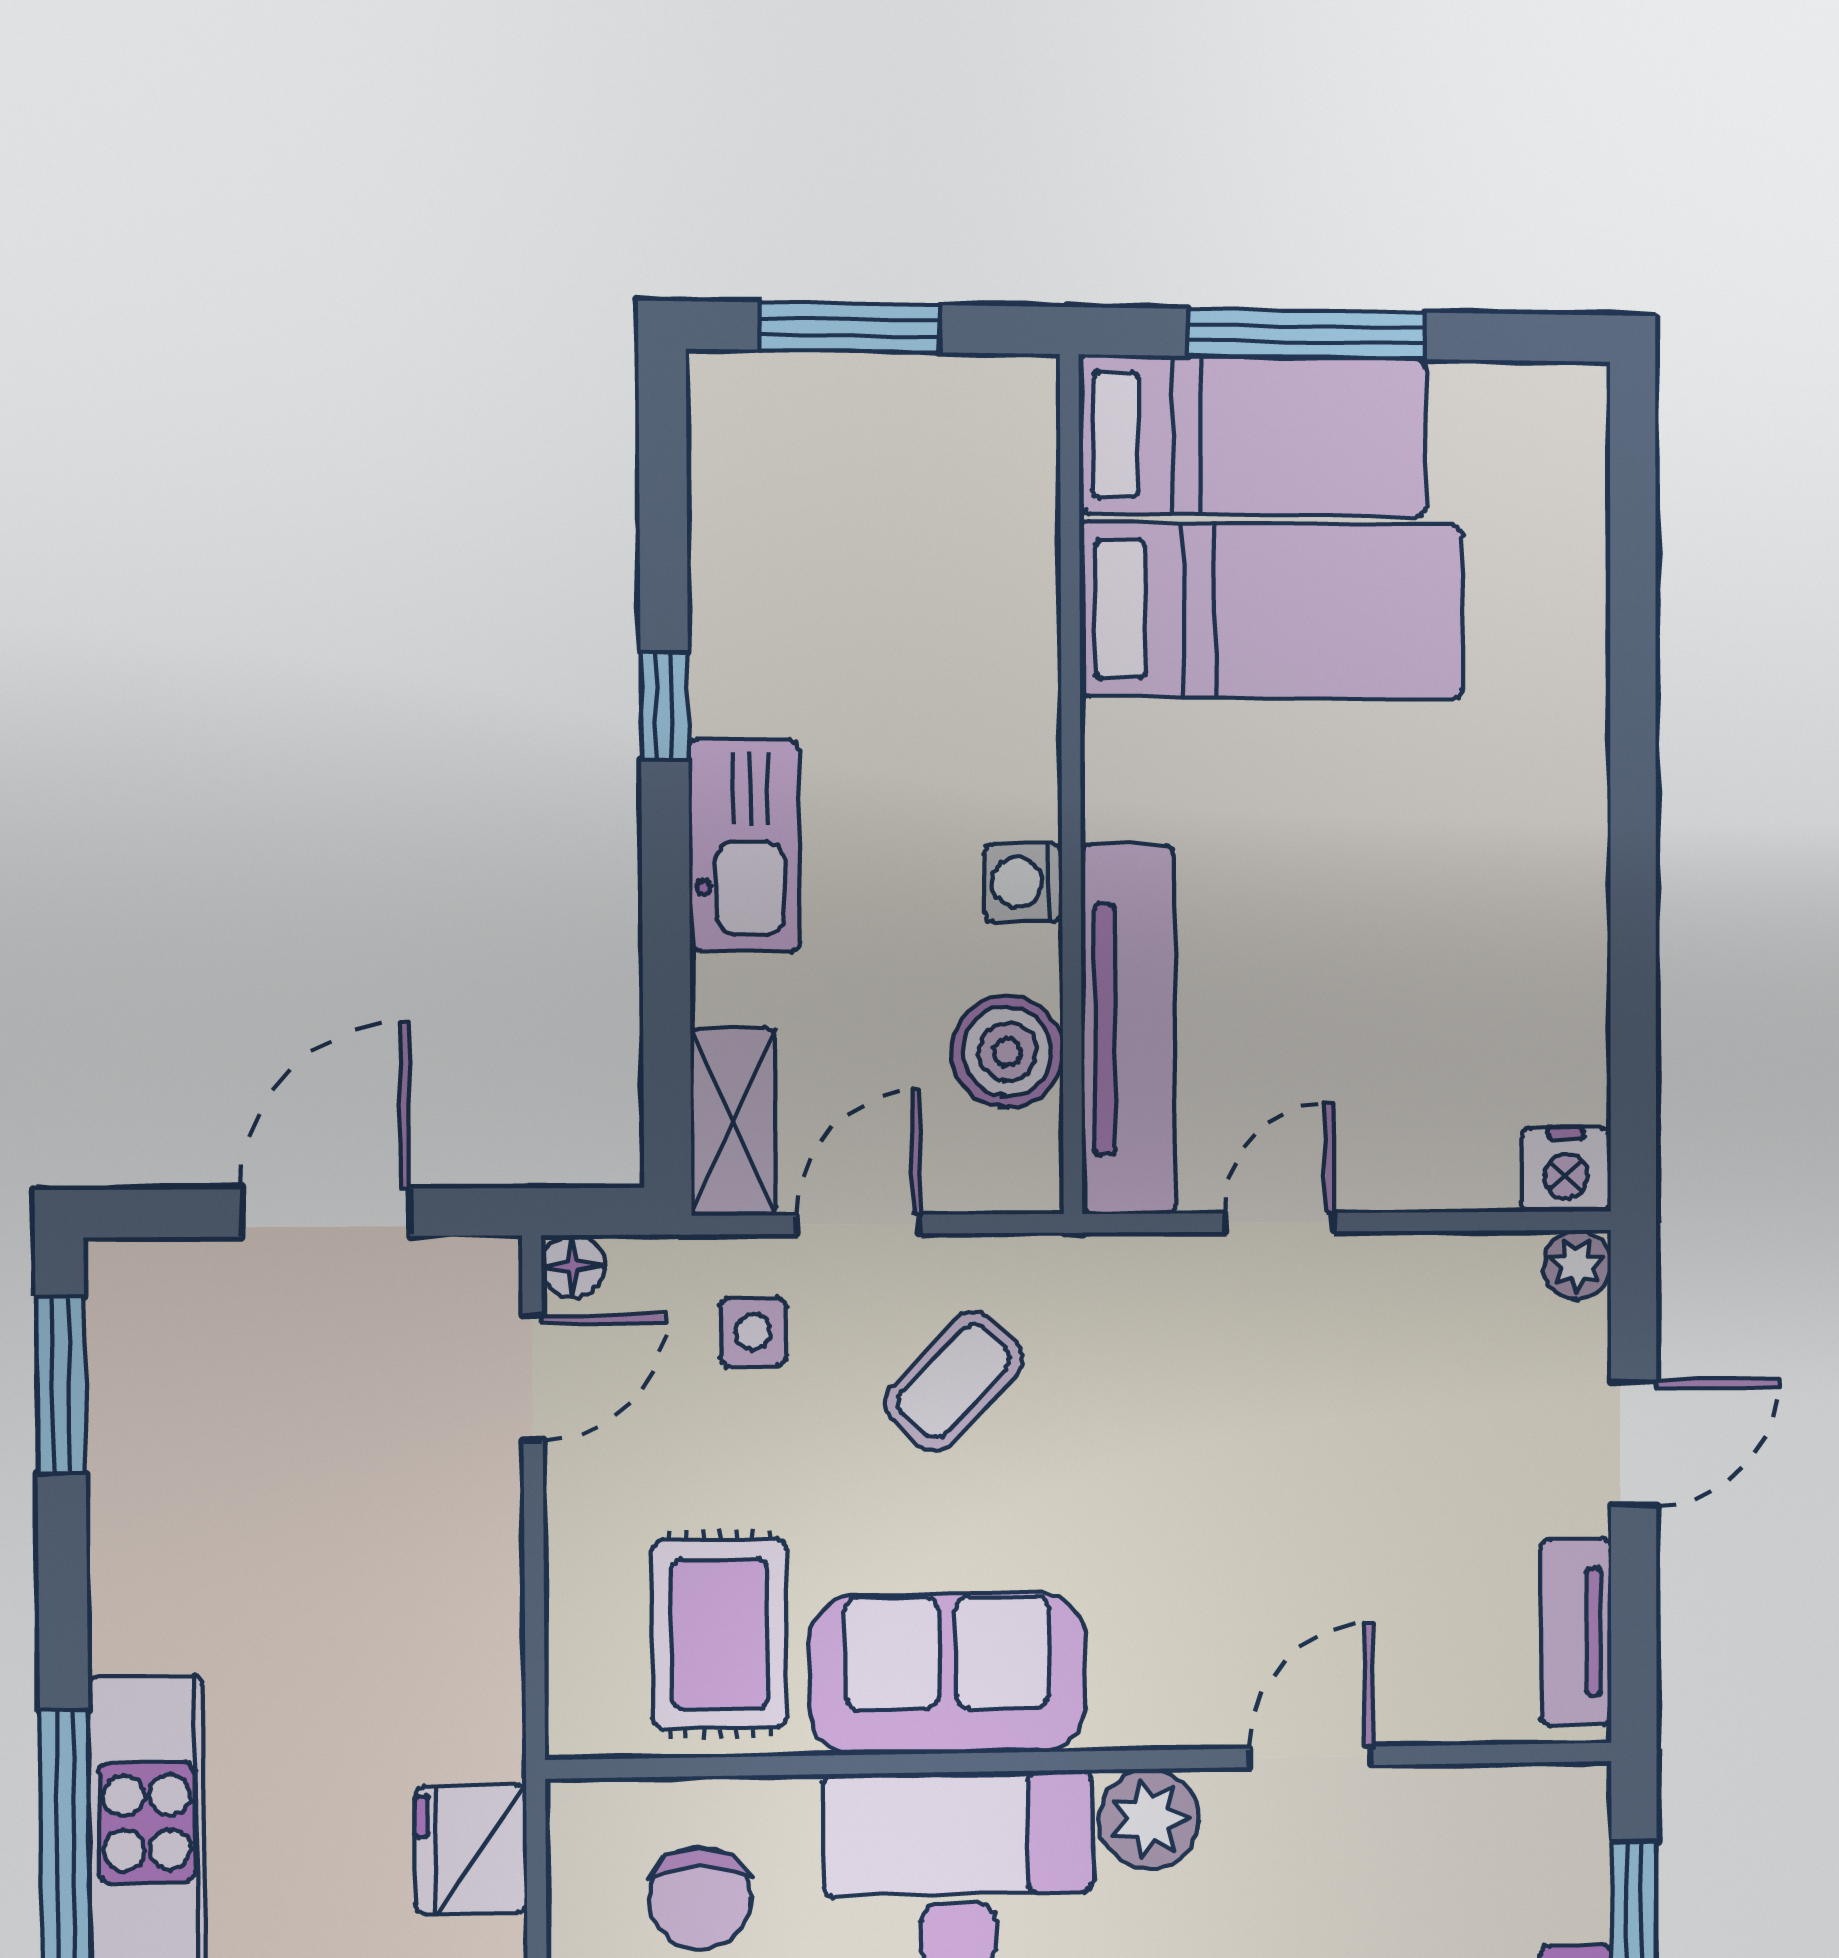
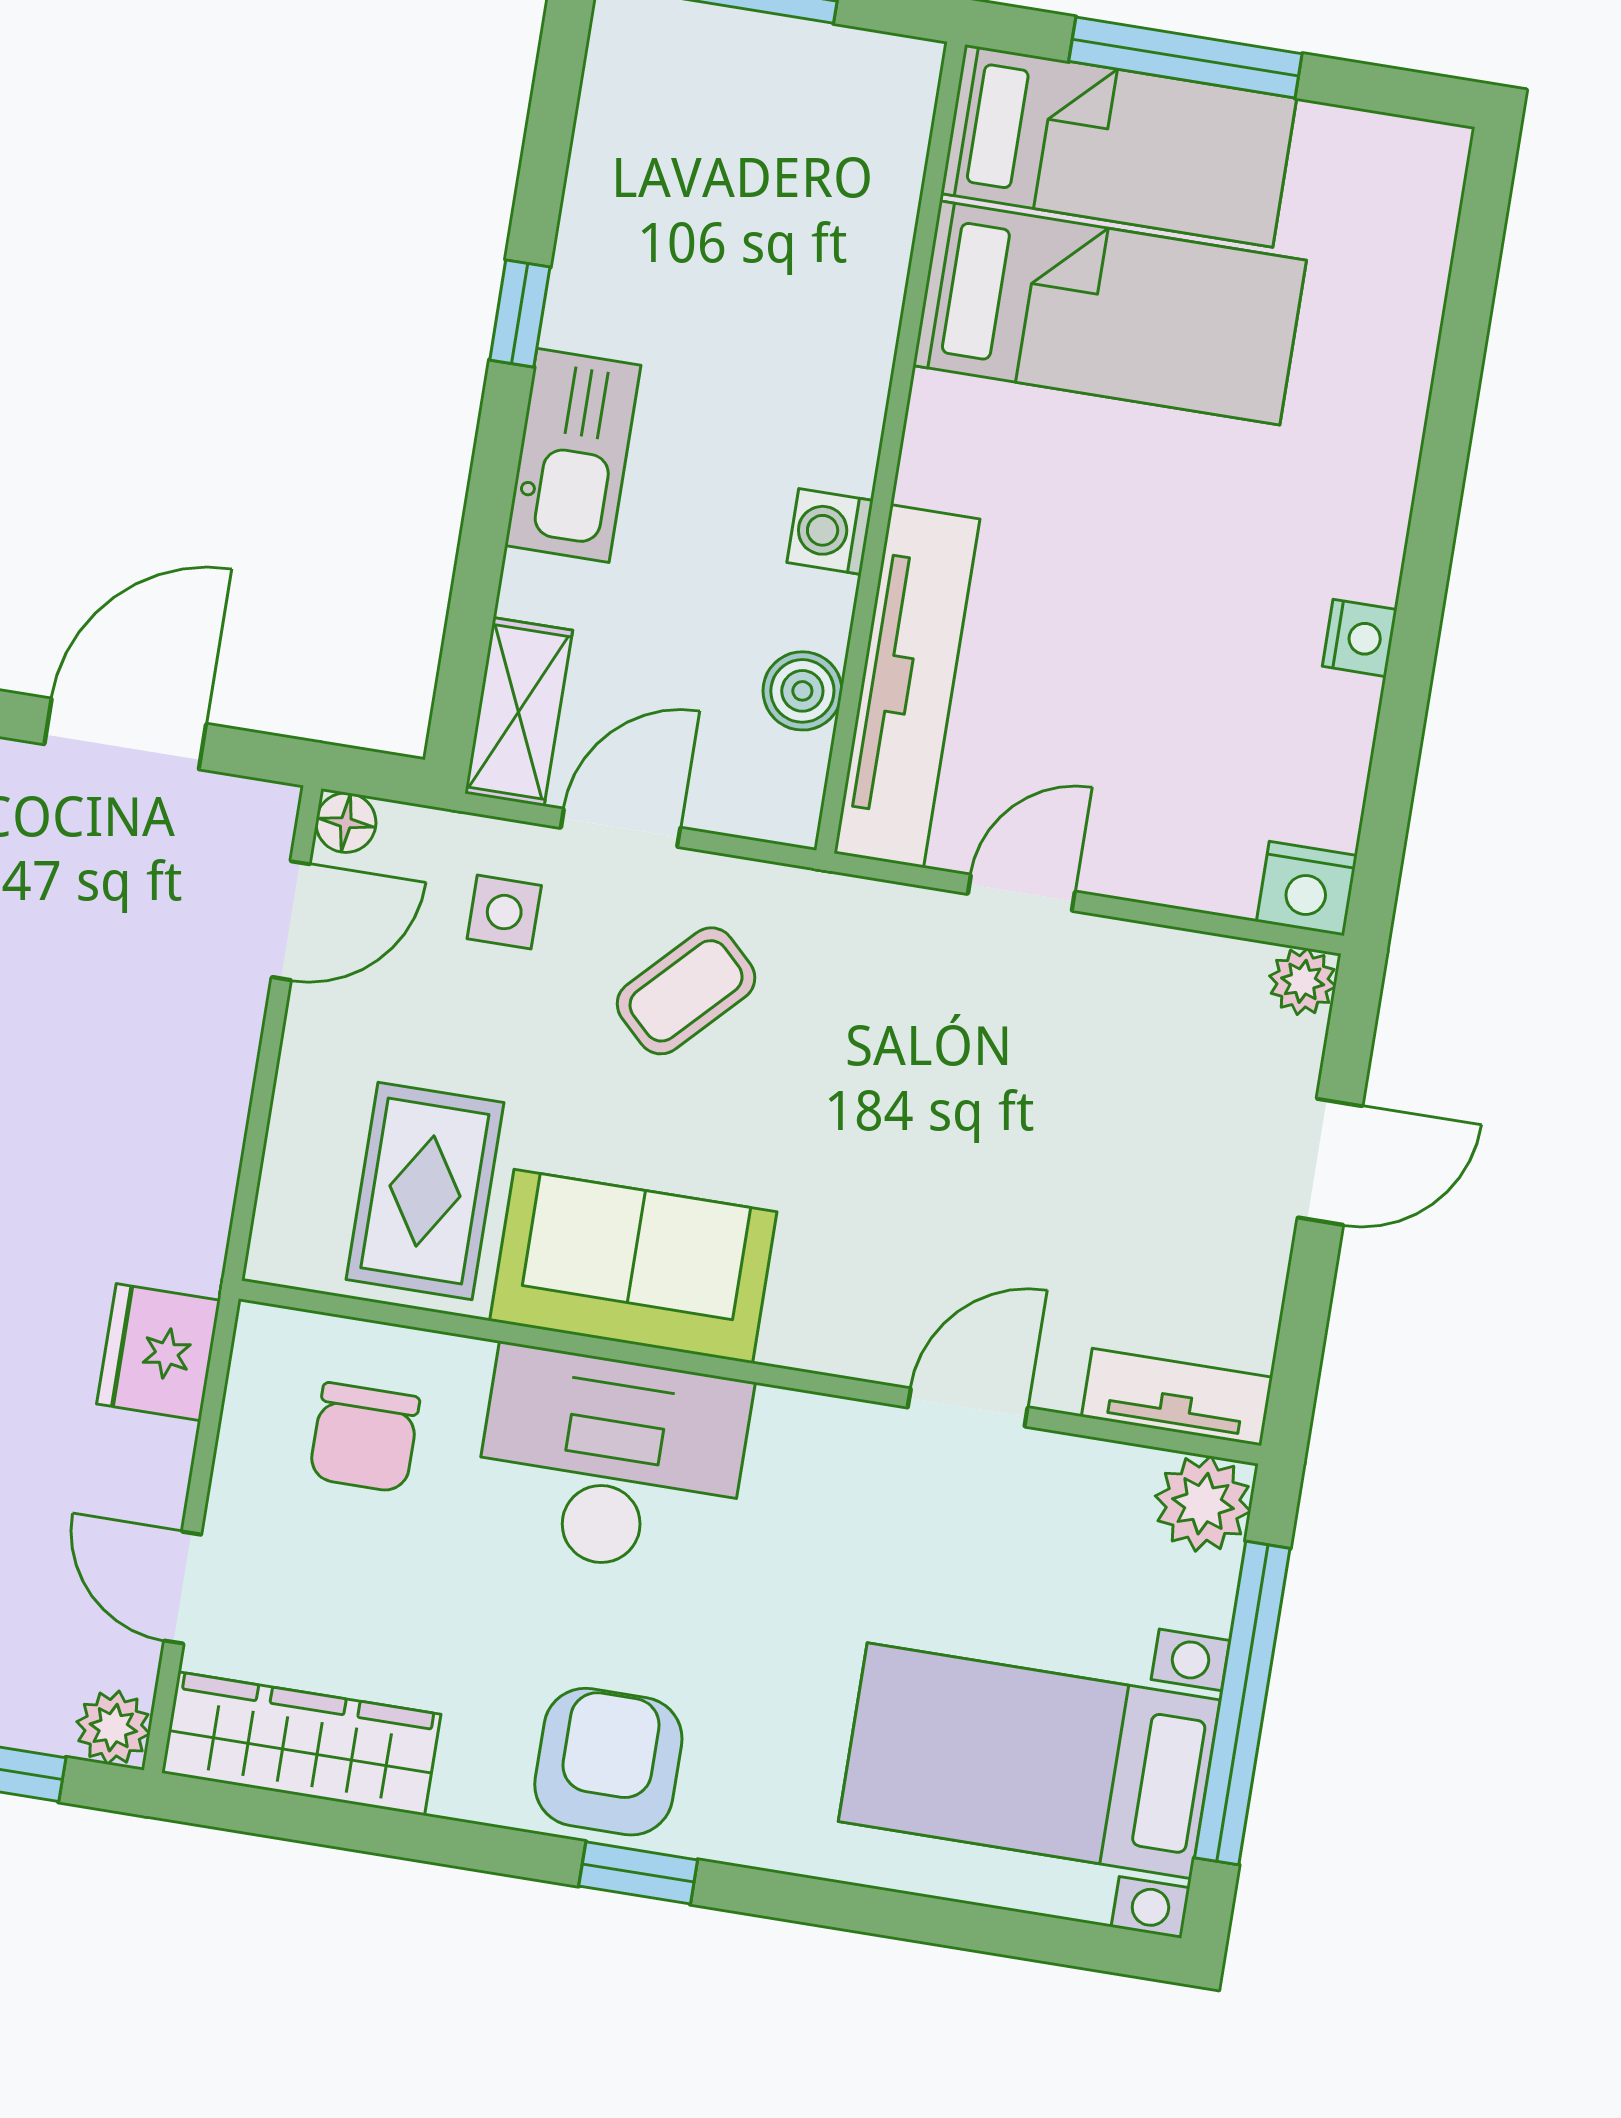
nightstand: (1578, 905) -> (1360, 638), added
boiler: (1007, 1052) -> (802, 691), width x0.73, depth x0.73
tv unit: (1576, 1632) -> (1177, 1397), moved, turned 90
plant: (1149, 1819) -> (1203, 1504), moved

